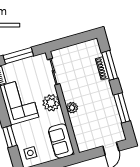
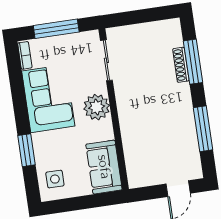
plant: (72, 108) -> (127, 119), removed

